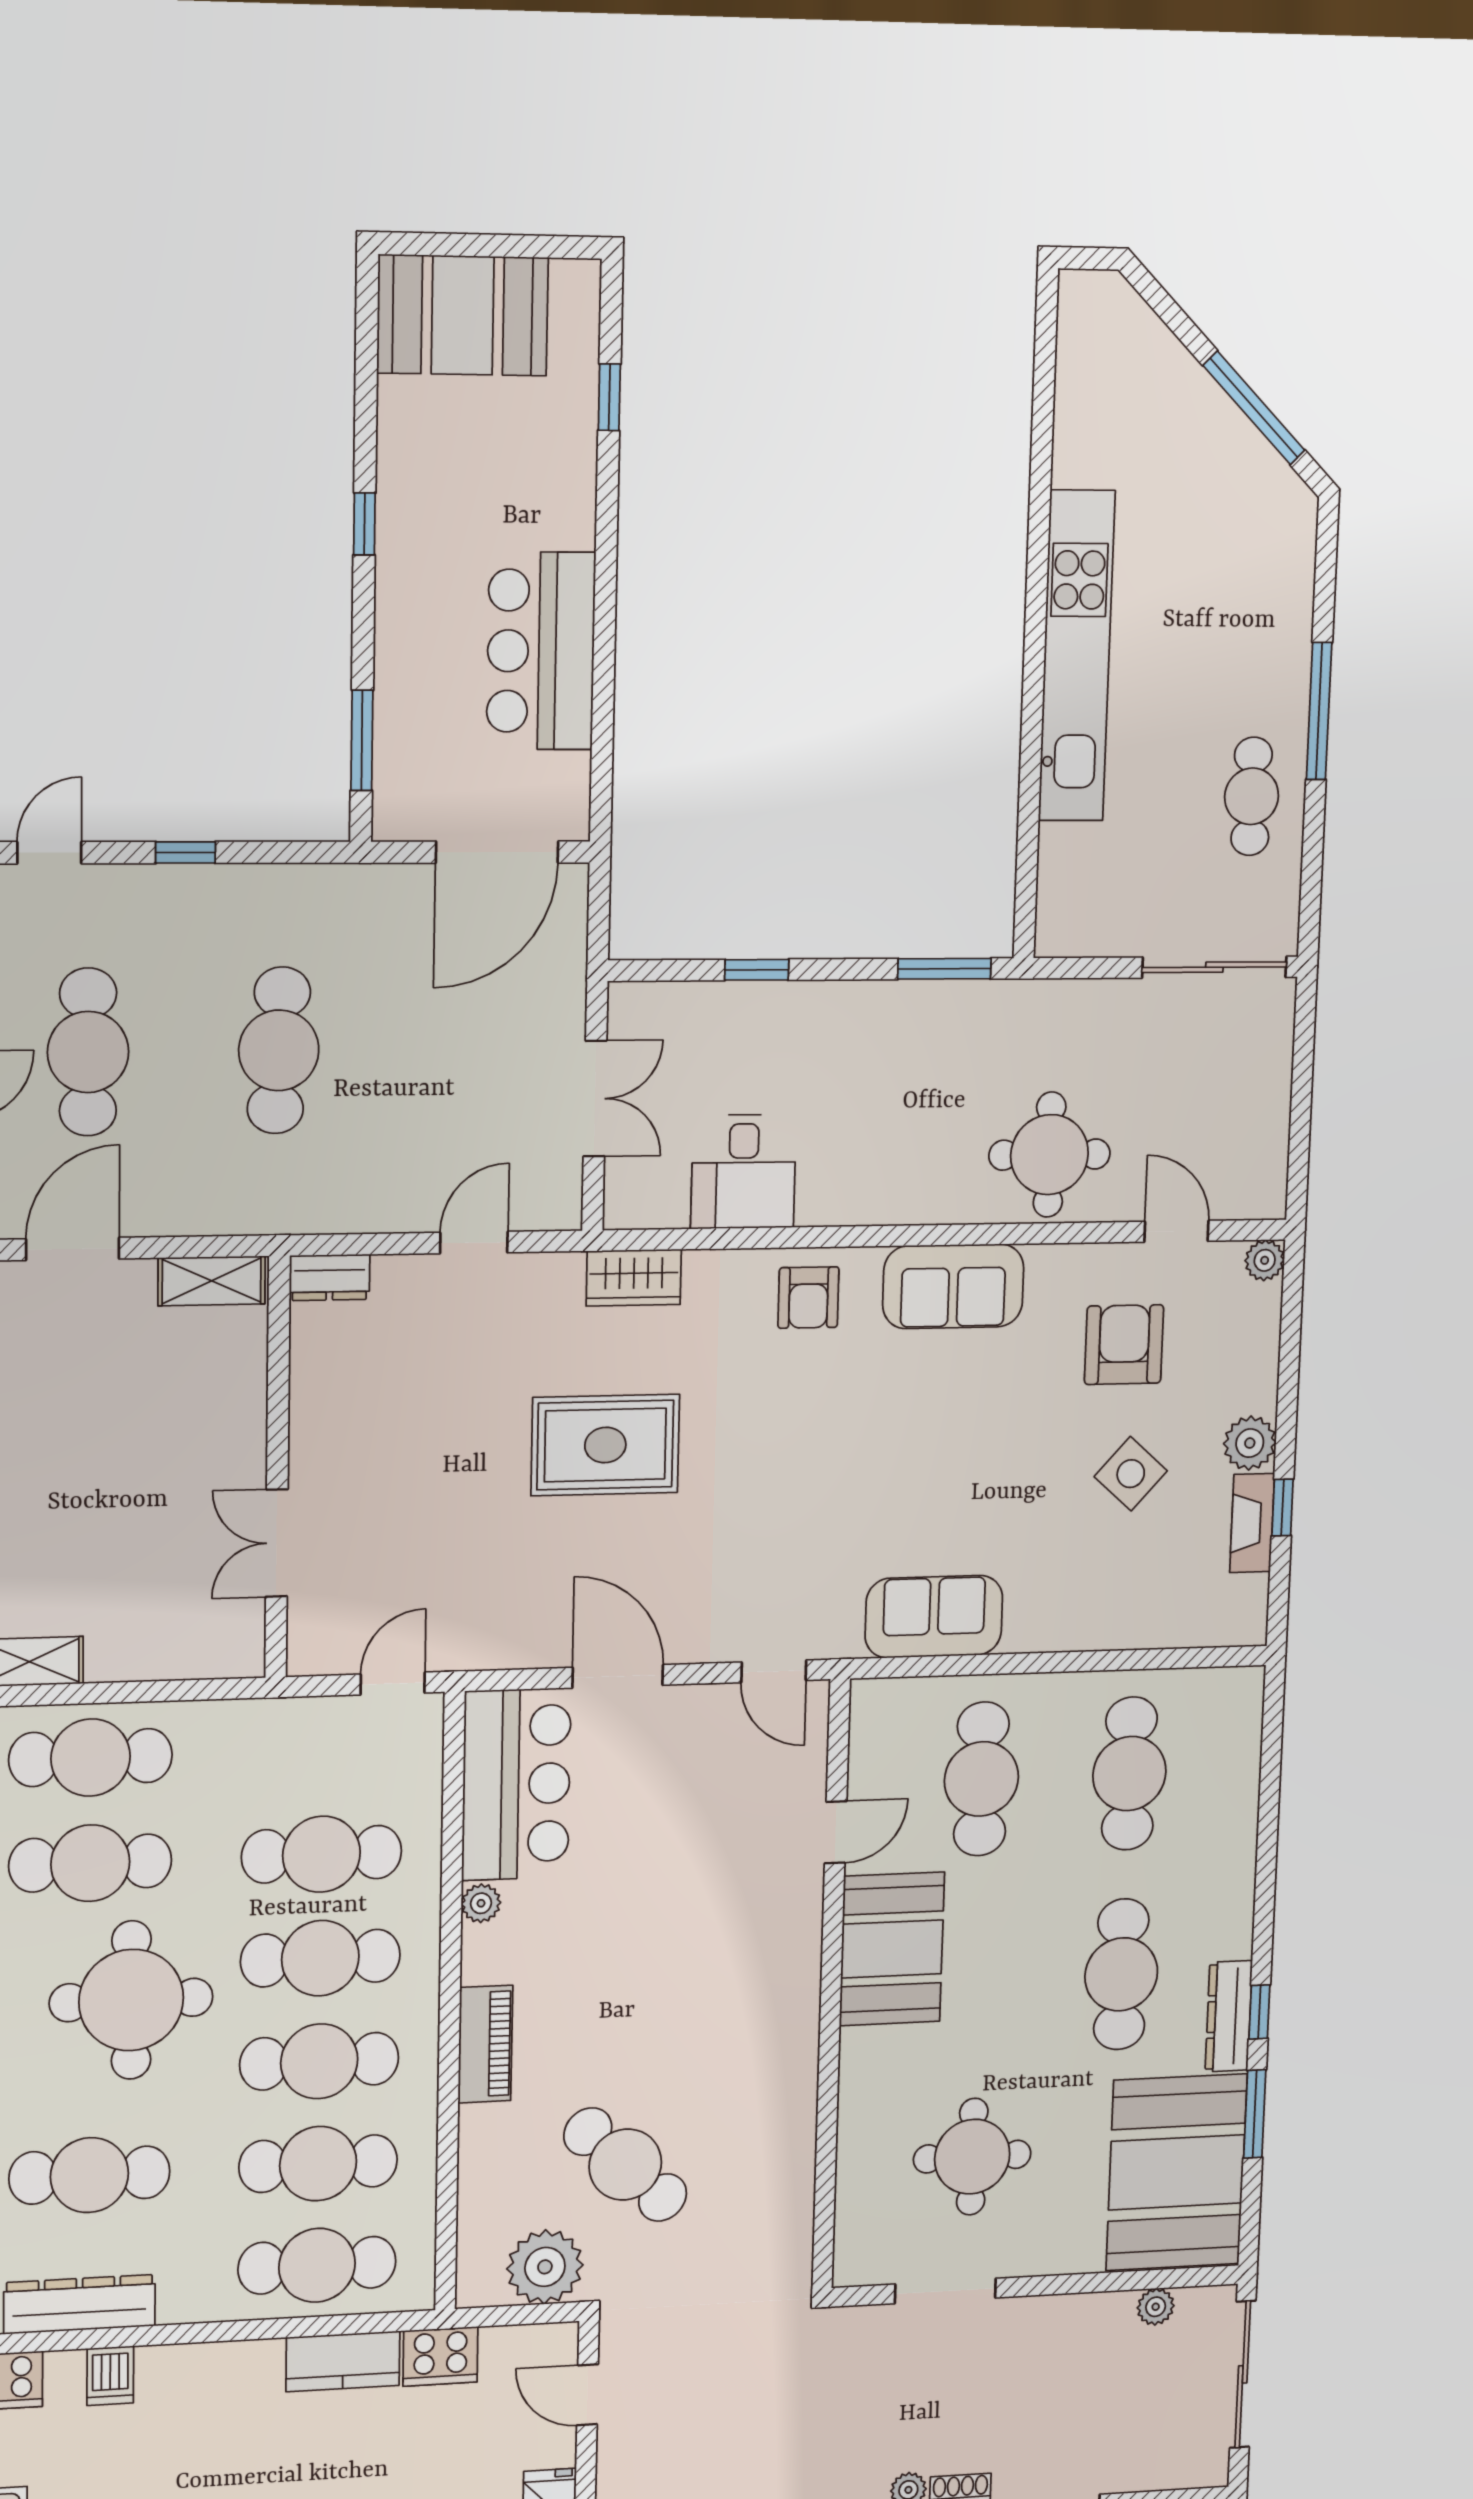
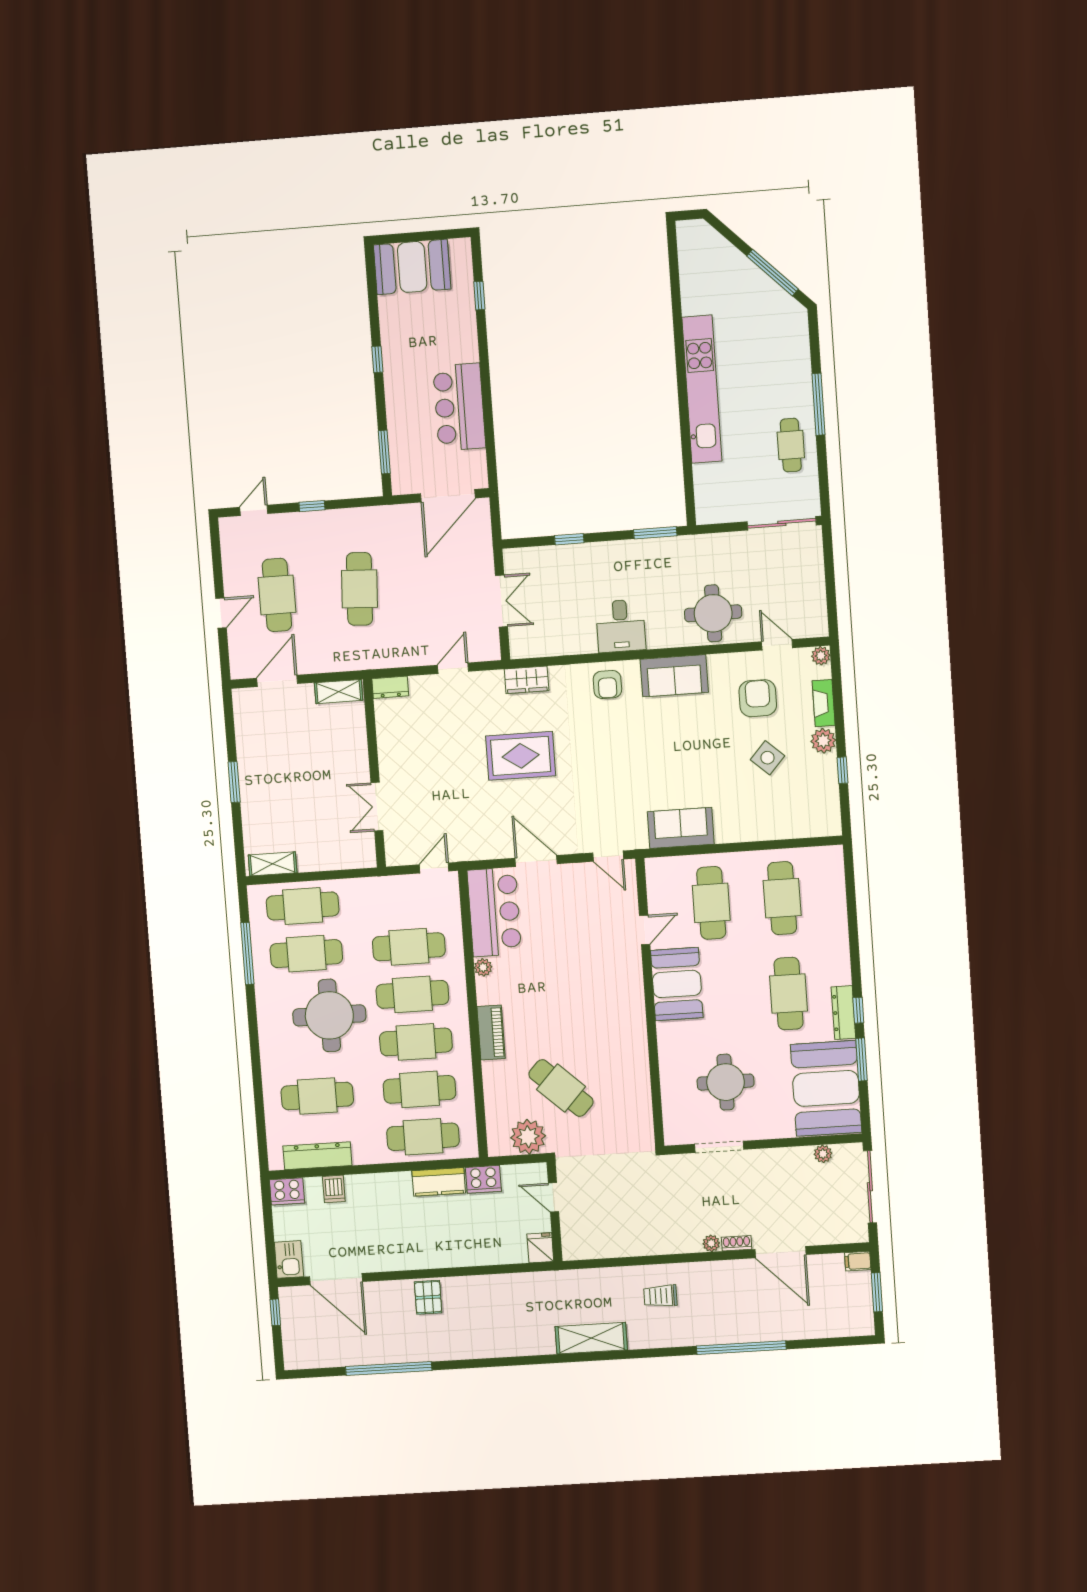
desk: (743, 1172) -> (621, 626), moved
fireplace: (1252, 1523) -> (824, 703), moved

